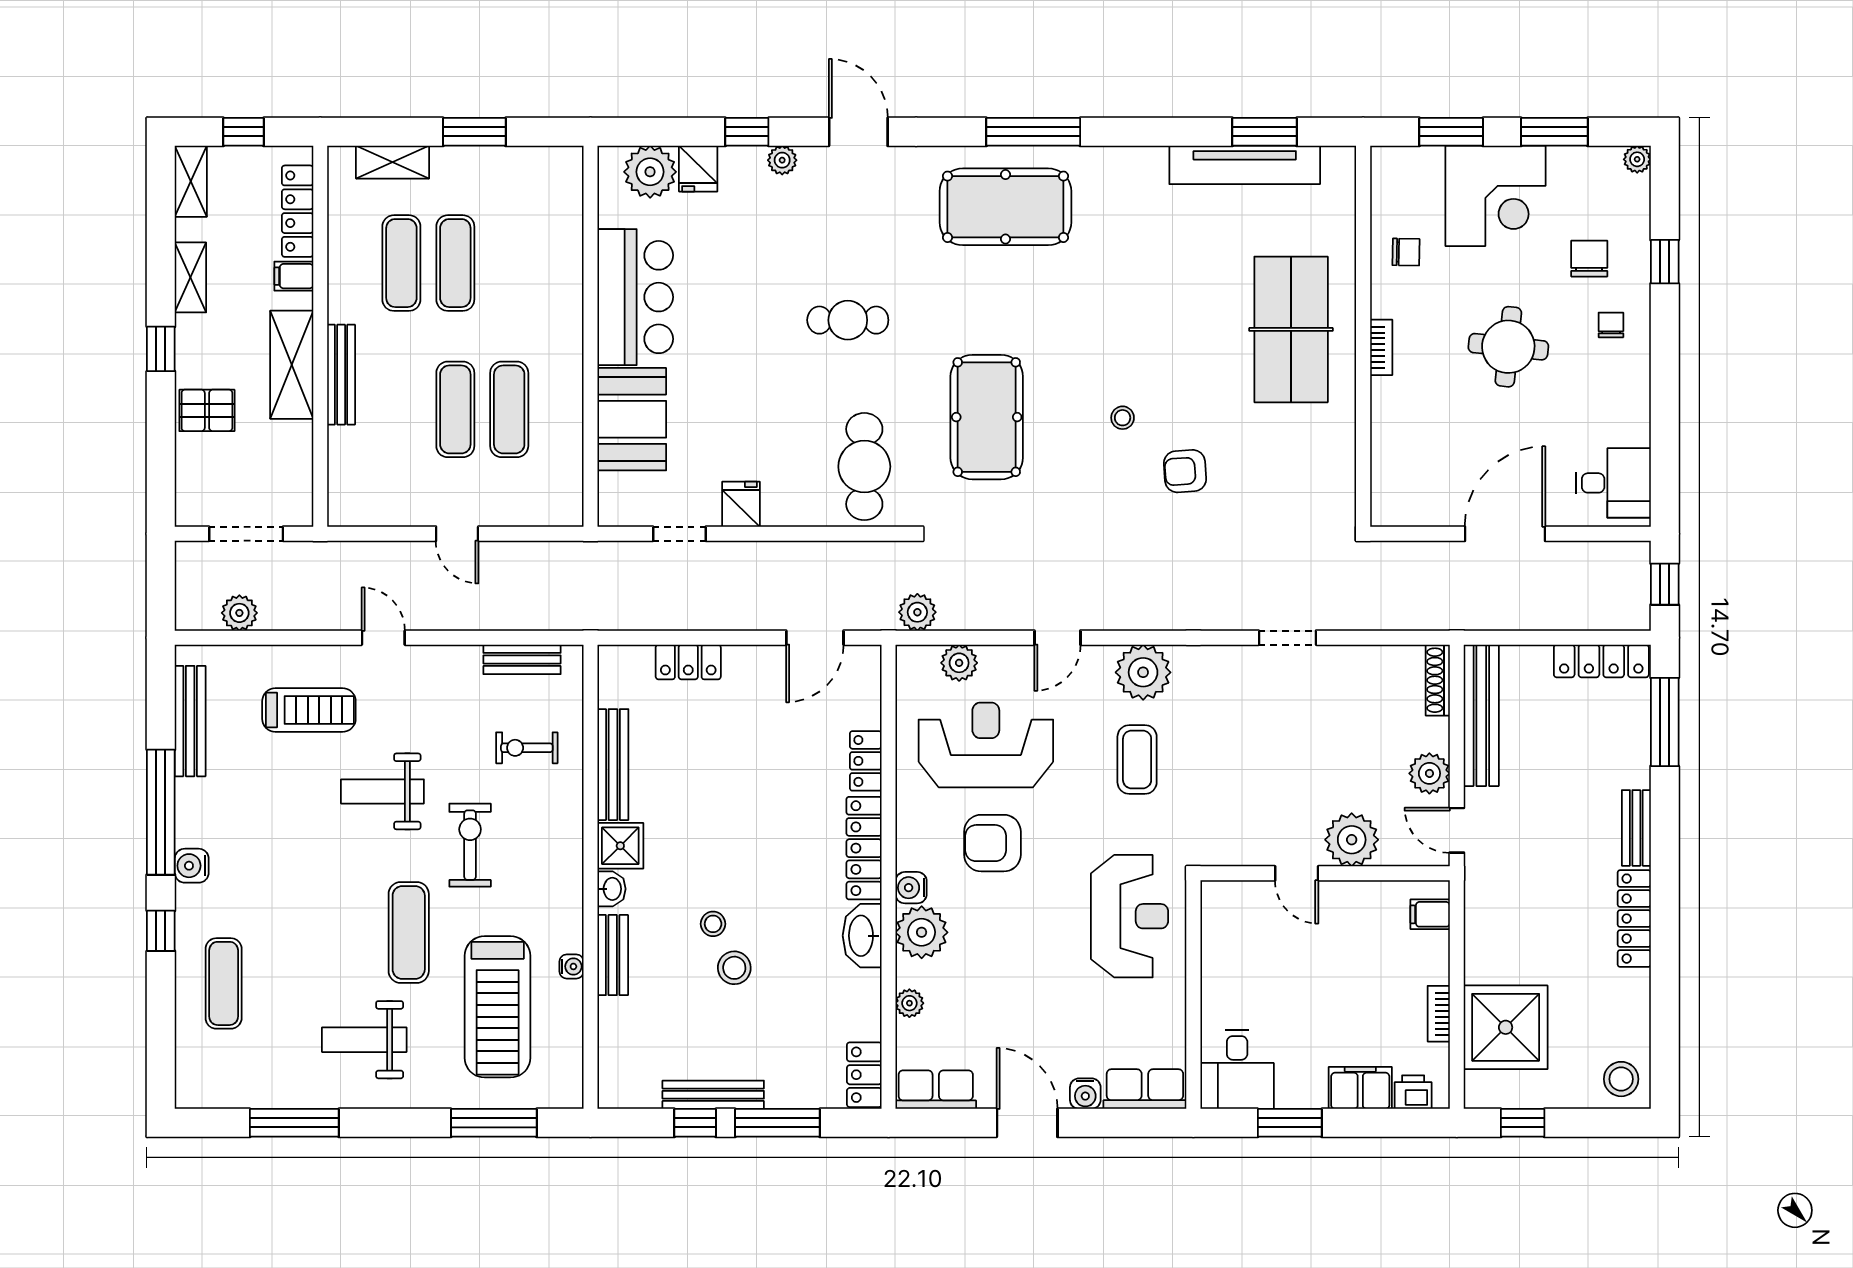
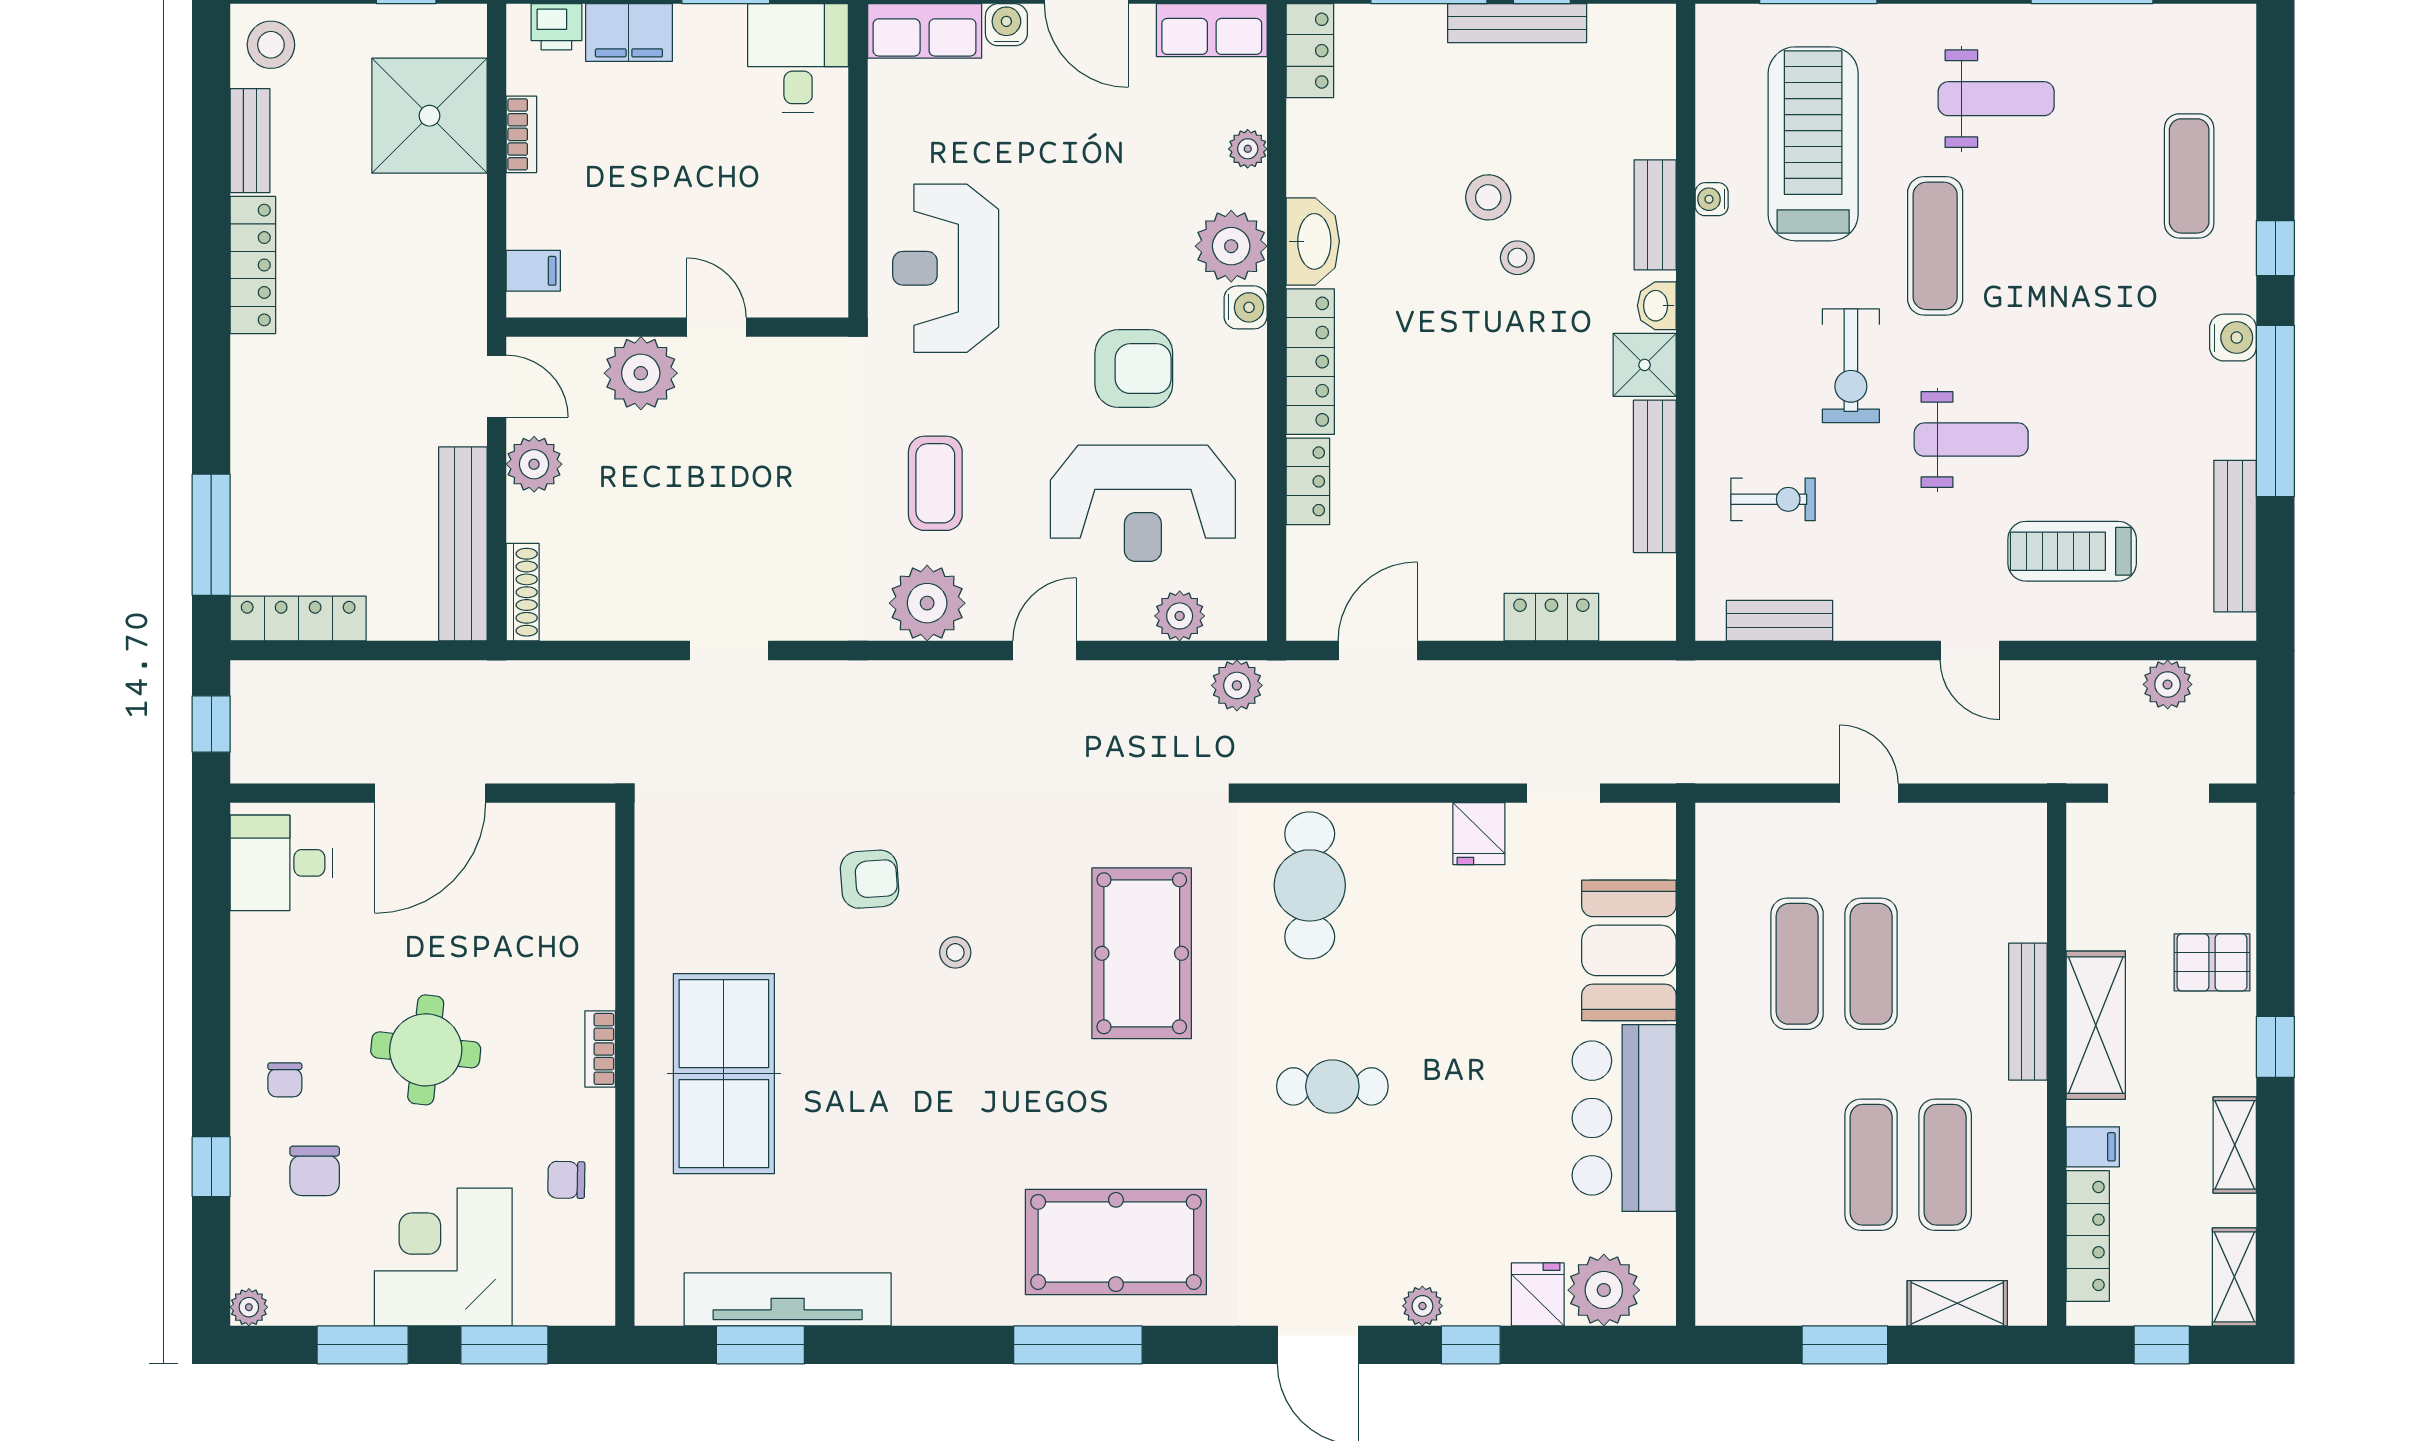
bench: (1636, 828) -> (250, 141), moved

